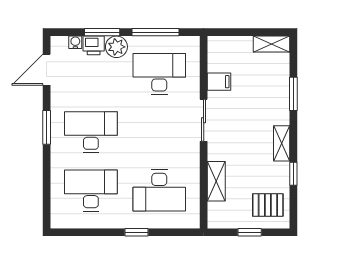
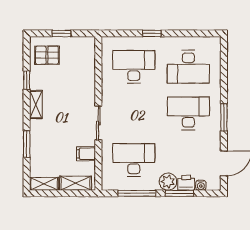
desk: (159, 74) -> (134, 160), turned 180
desk: (91, 132) -> (188, 113), turned 180
shelving: (216, 181) -> (76, 183), moved, turned 90

